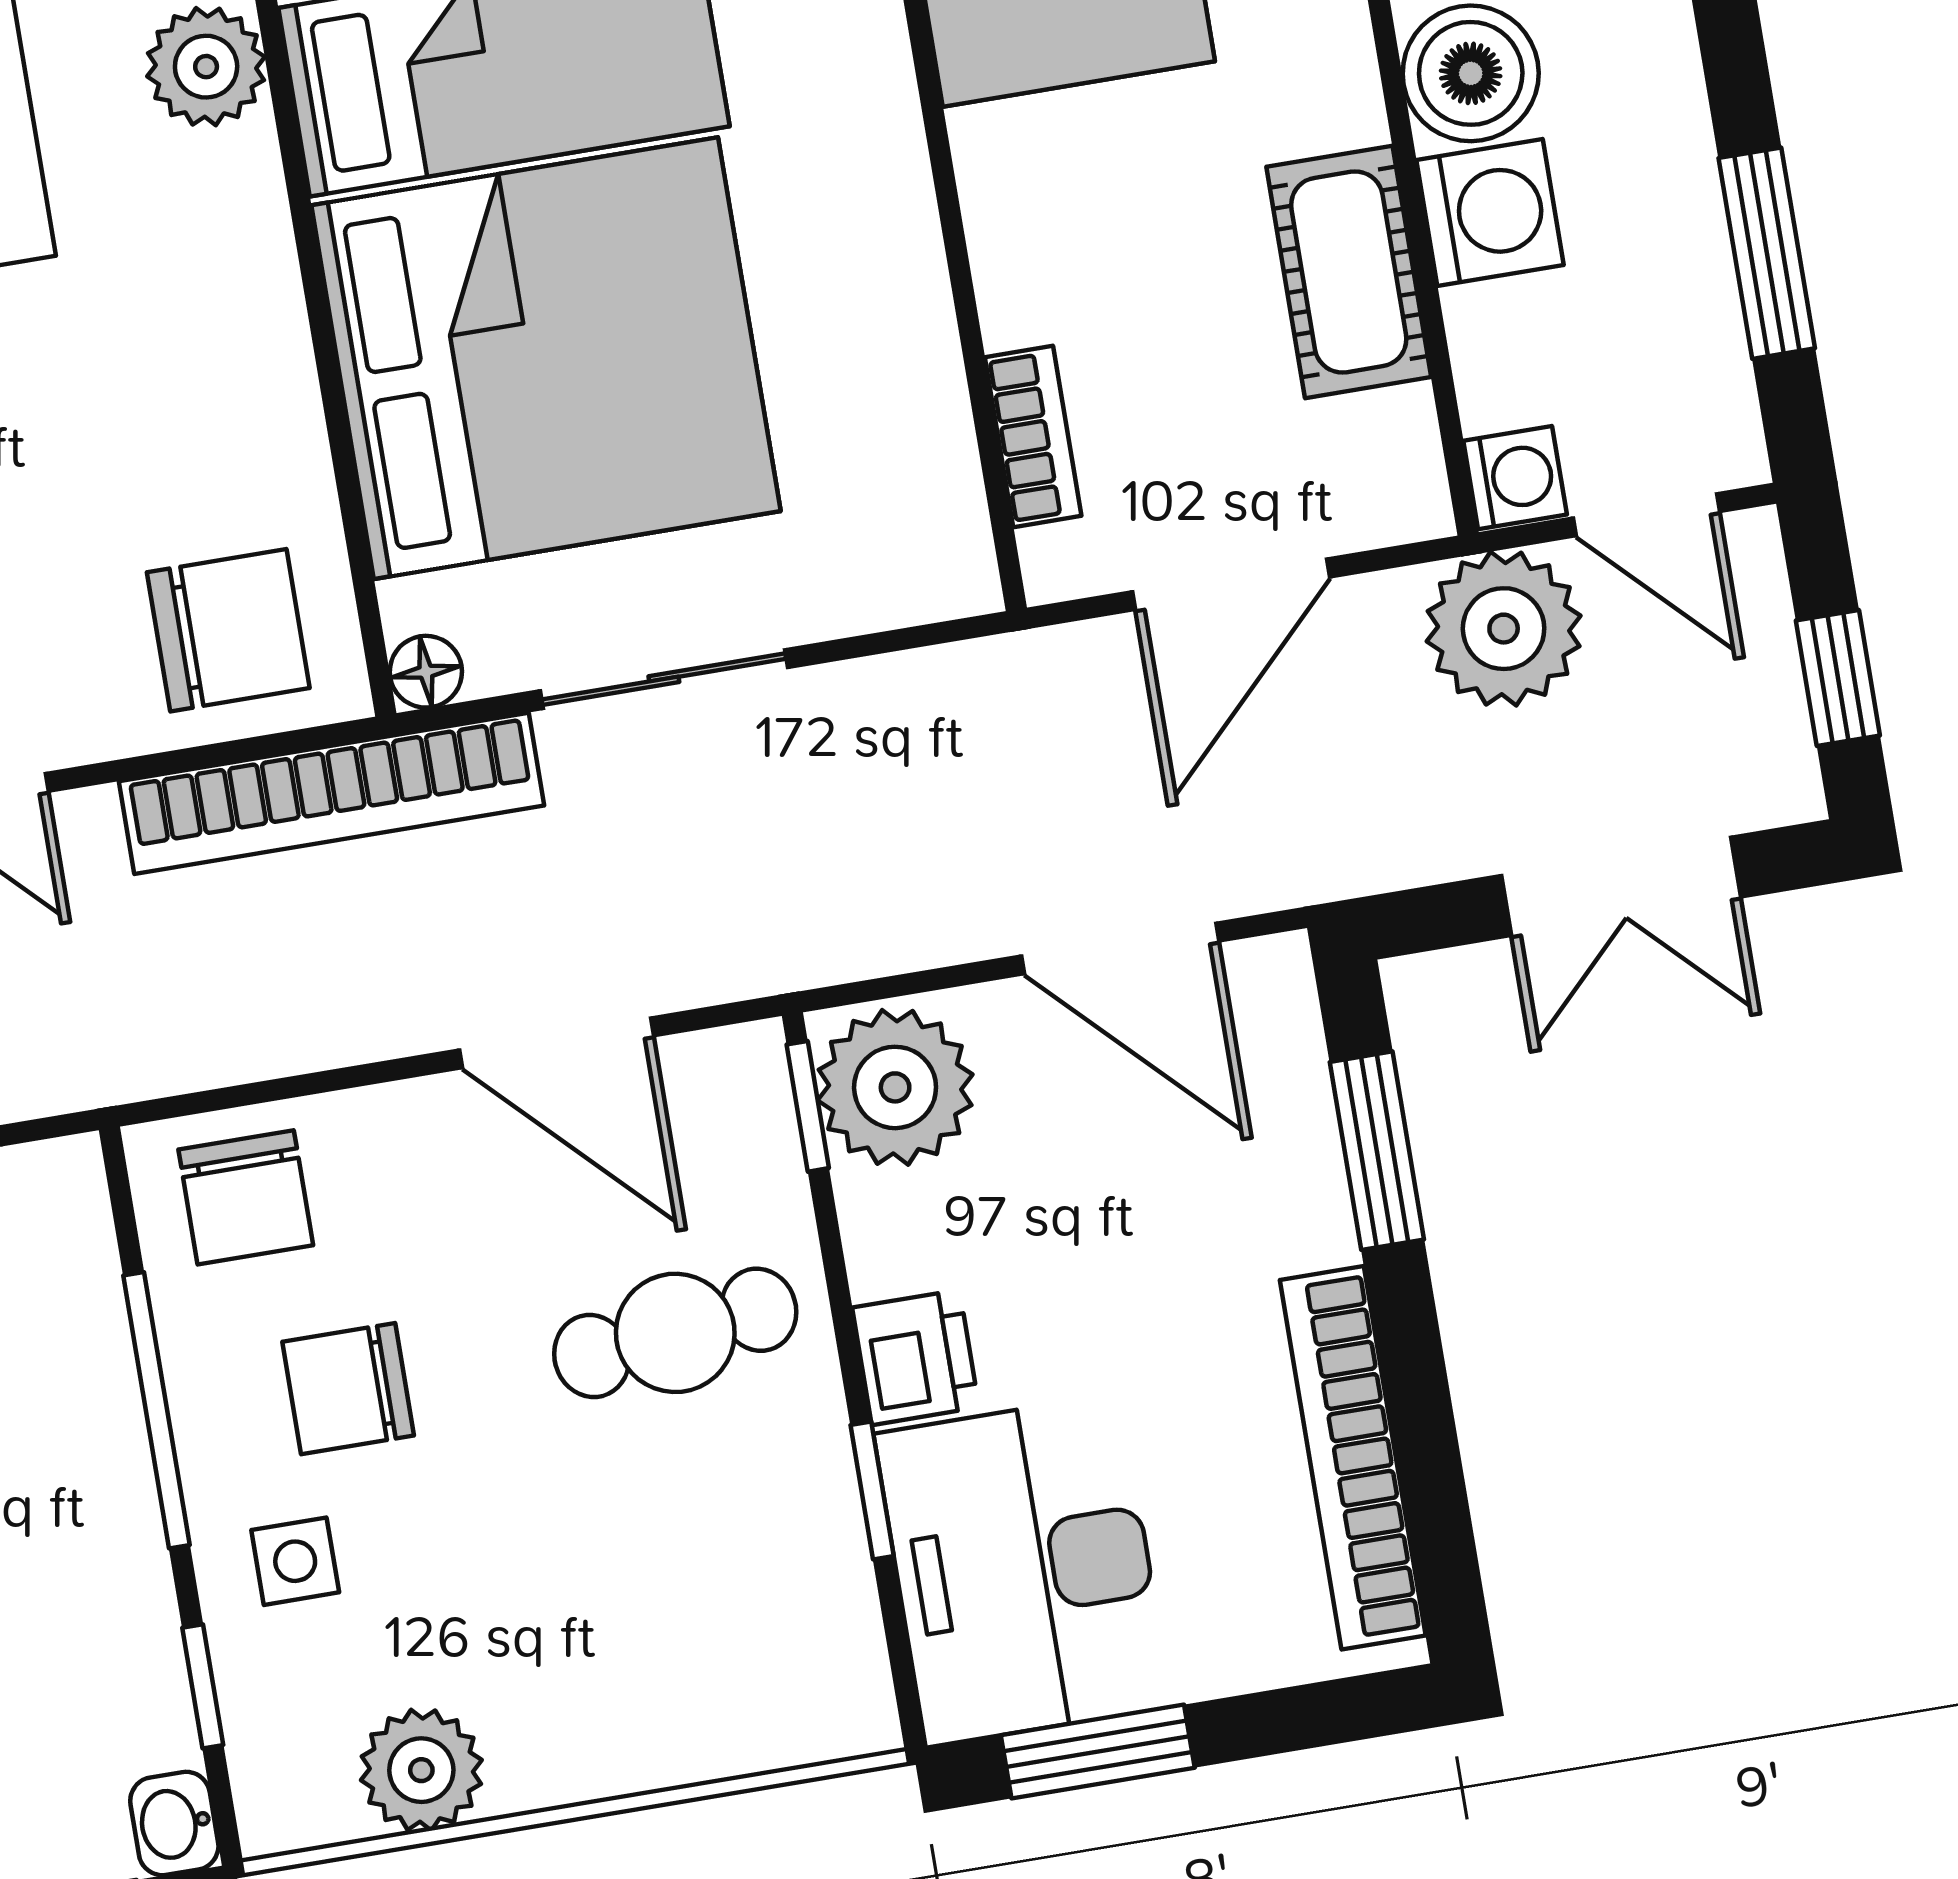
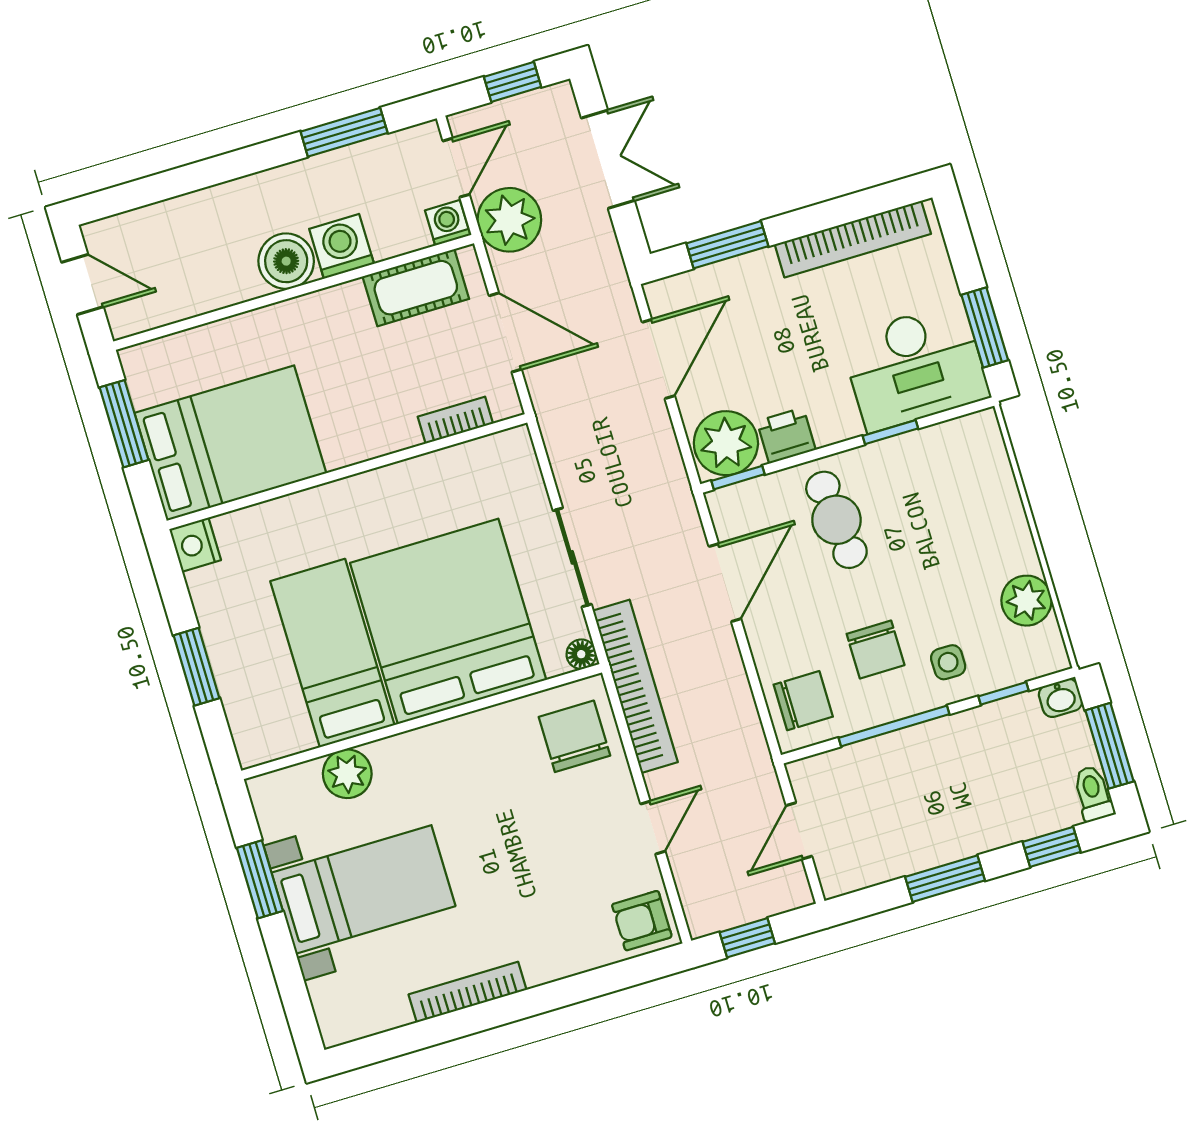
cot: (1349, 272) -> (416, 288), moved
printer: (916, 1357) -> (786, 435), moved

